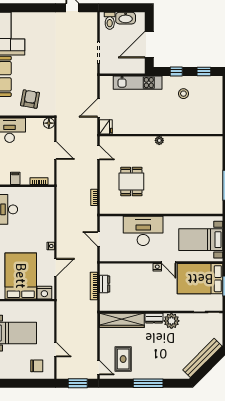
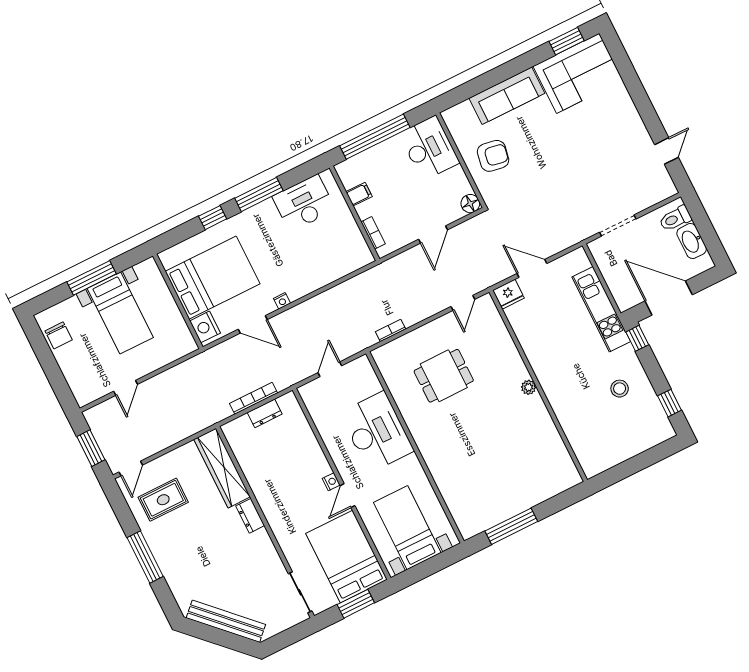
window: (176, 71) -> (637, 338), moved
plant: (171, 321) -> (259, 545), removed
chair: (37, 366) -> (59, 335), moved

